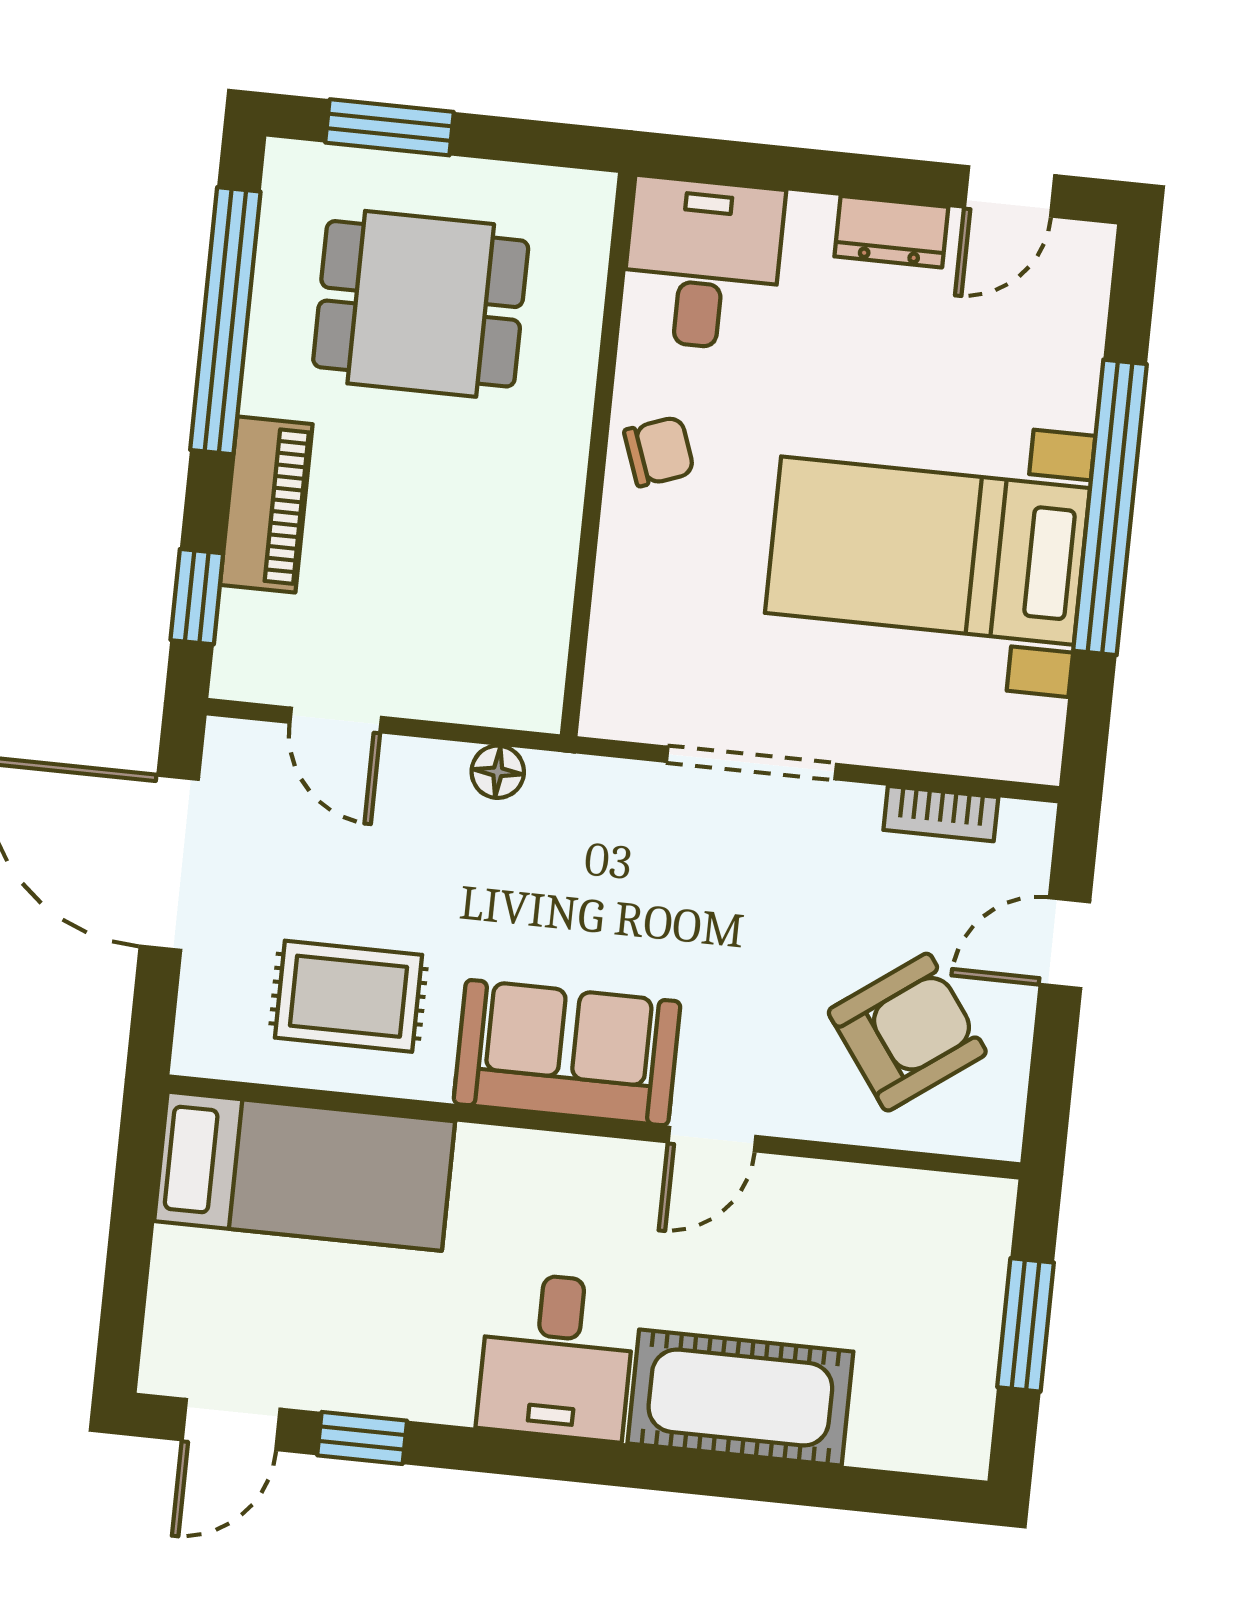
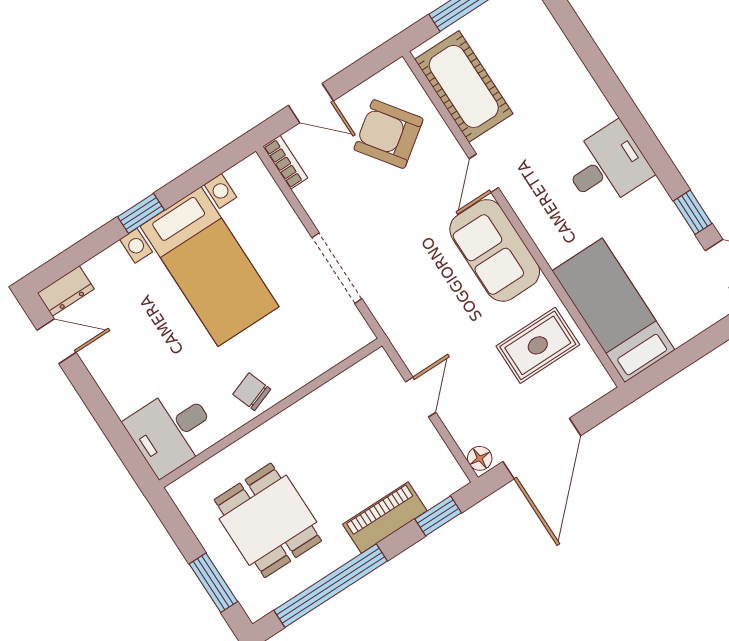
dresser: (891, 232) -> (66, 291), moved, turned 90
window: (1110, 507) -> (141, 213), width x0.32
door: (336, 720) -> (421, 397), moved
floor lamp: (498, 772) -> (480, 458), moved
bookcase: (941, 814) -> (285, 162), moved
rug: (348, 996) -> (538, 345), turned 90
door: (712, 1139) -> (484, 173), swing flipped
cot: (740, 1398) -> (464, 86), moved

